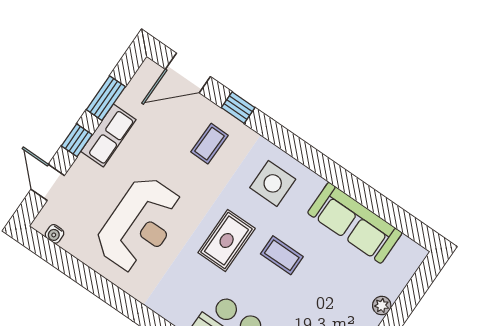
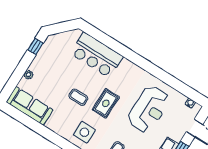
sofa: (355, 223) -> (30, 106), moved
reception desk: (140, 225) -> (149, 109), turned 180

